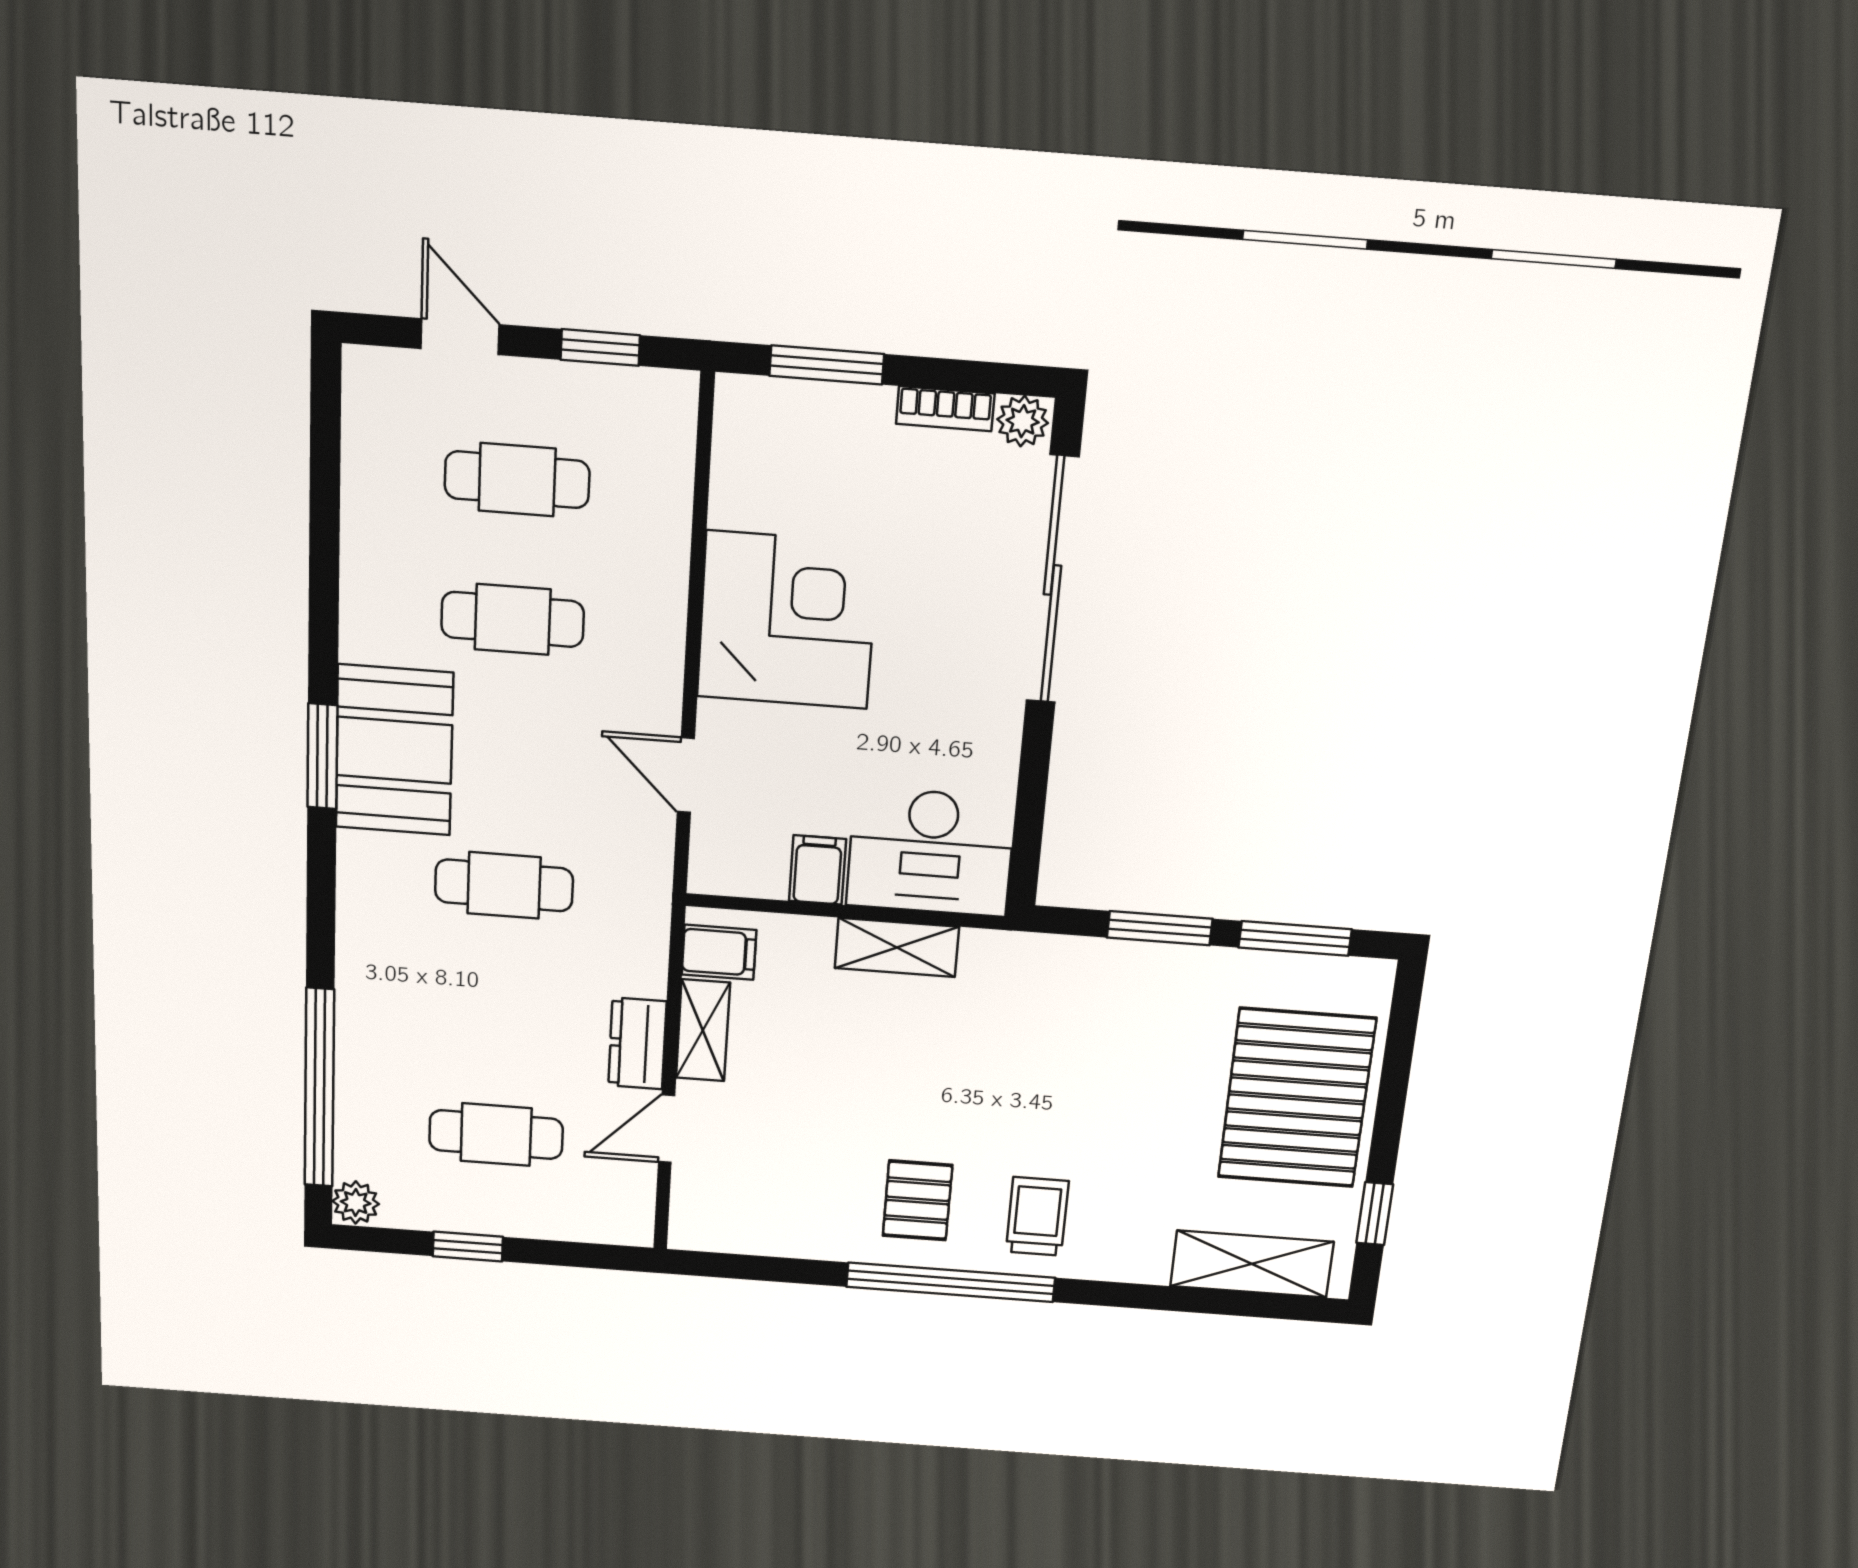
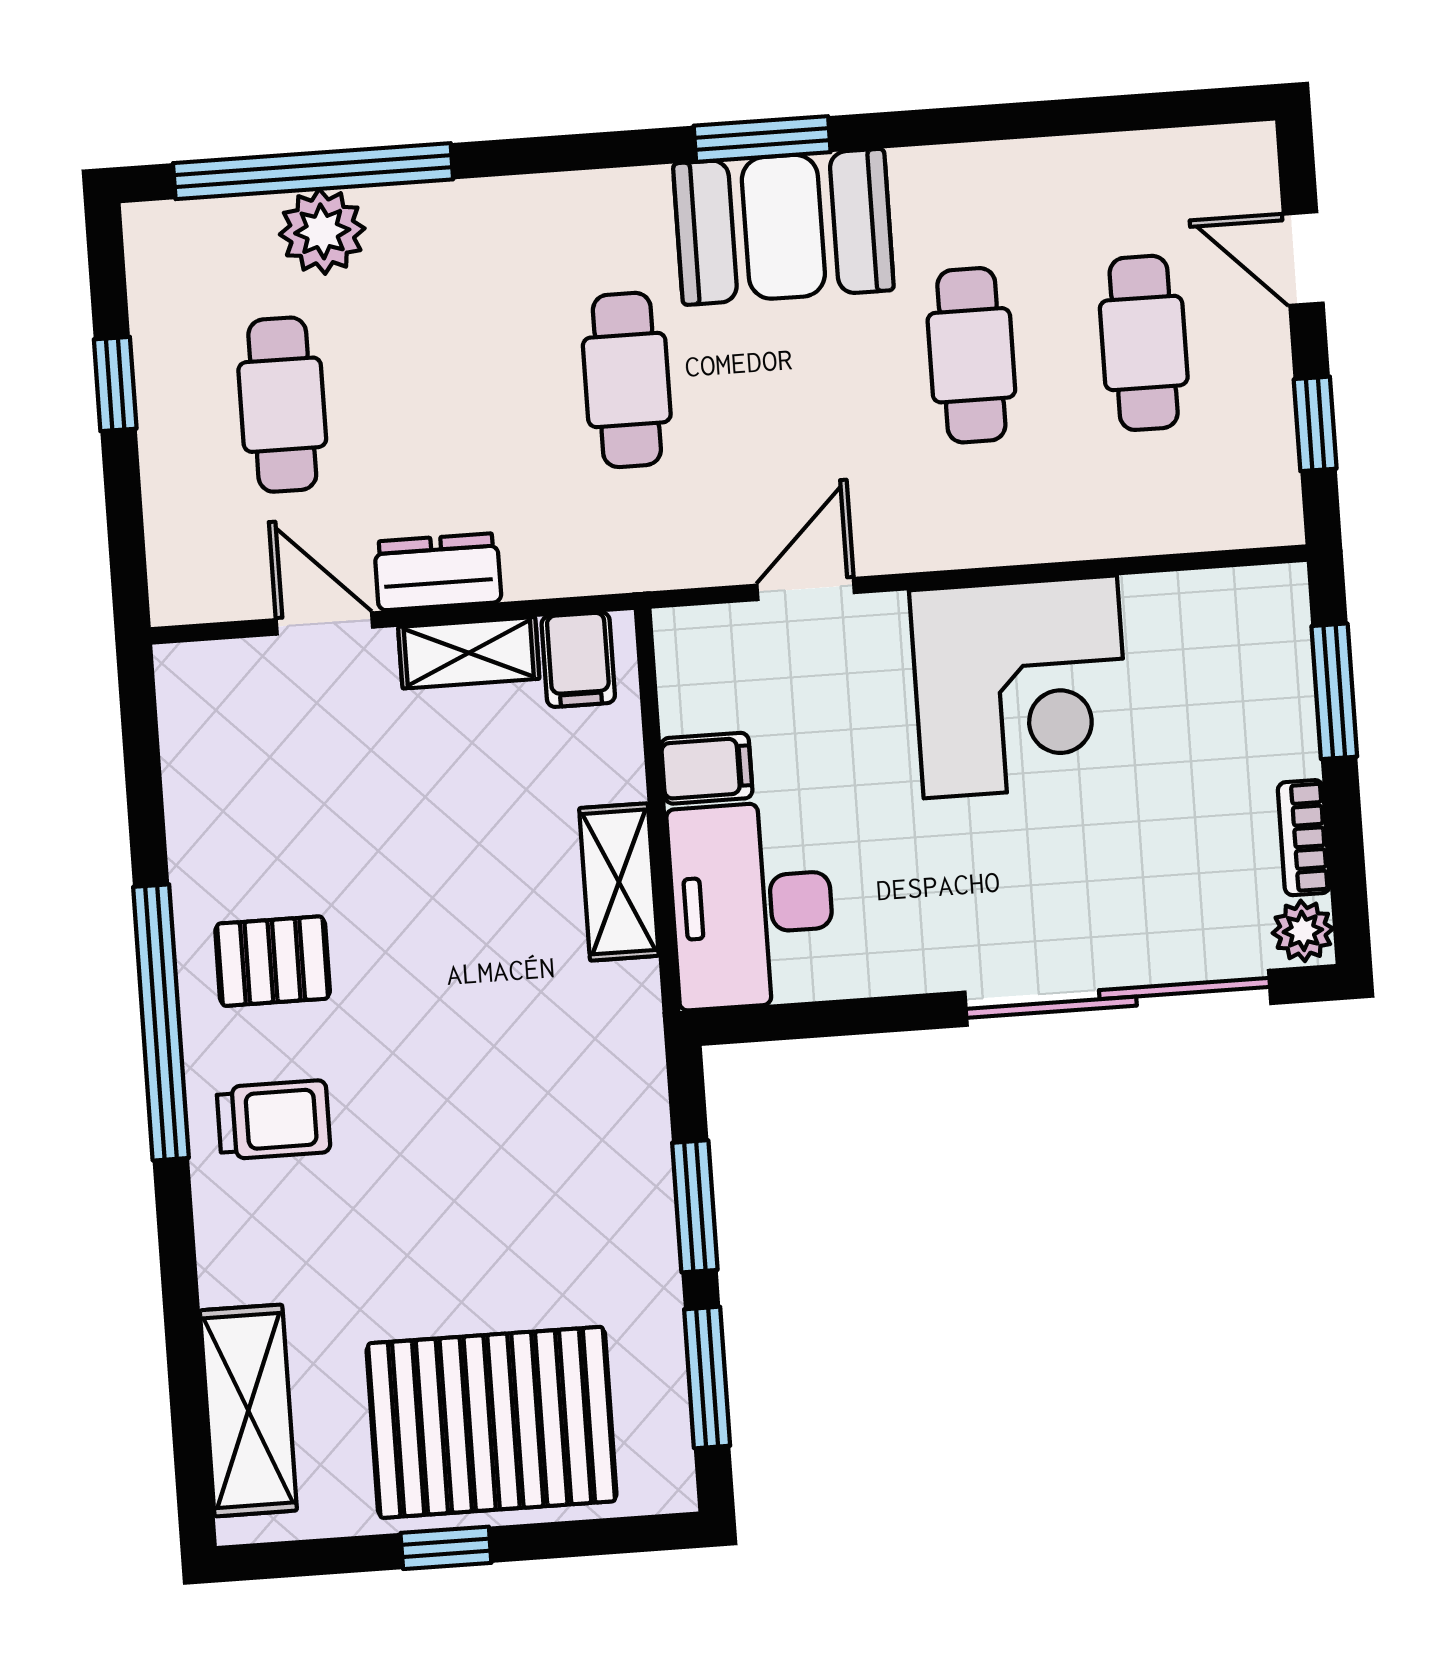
door: (460, 337) -> (1303, 259), swing flipped
plant: (356, 1203) -> (322, 231), moved, width x1.38, depth x1.38
window: (1375, 1214) -> (446, 1548), moved

